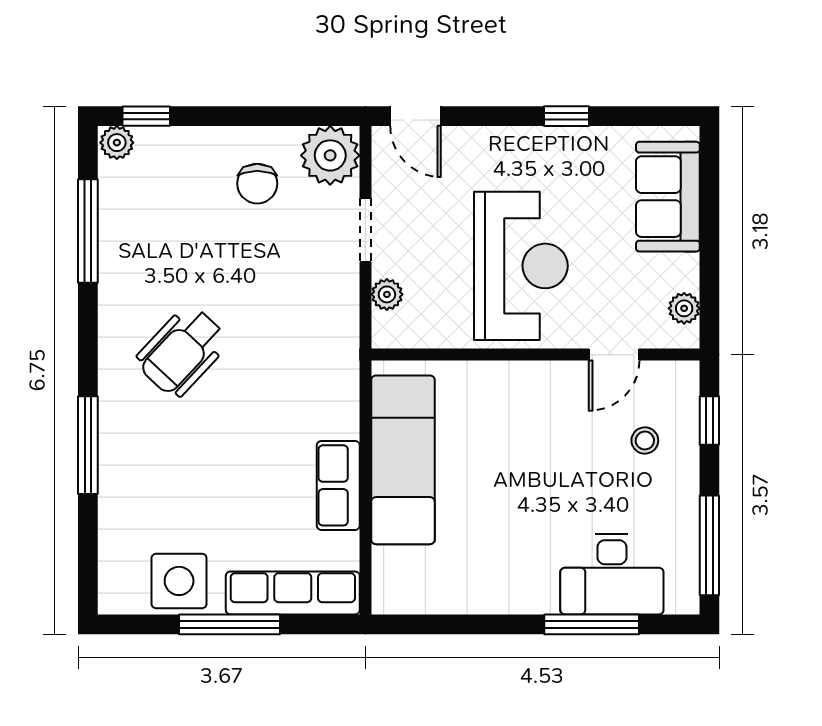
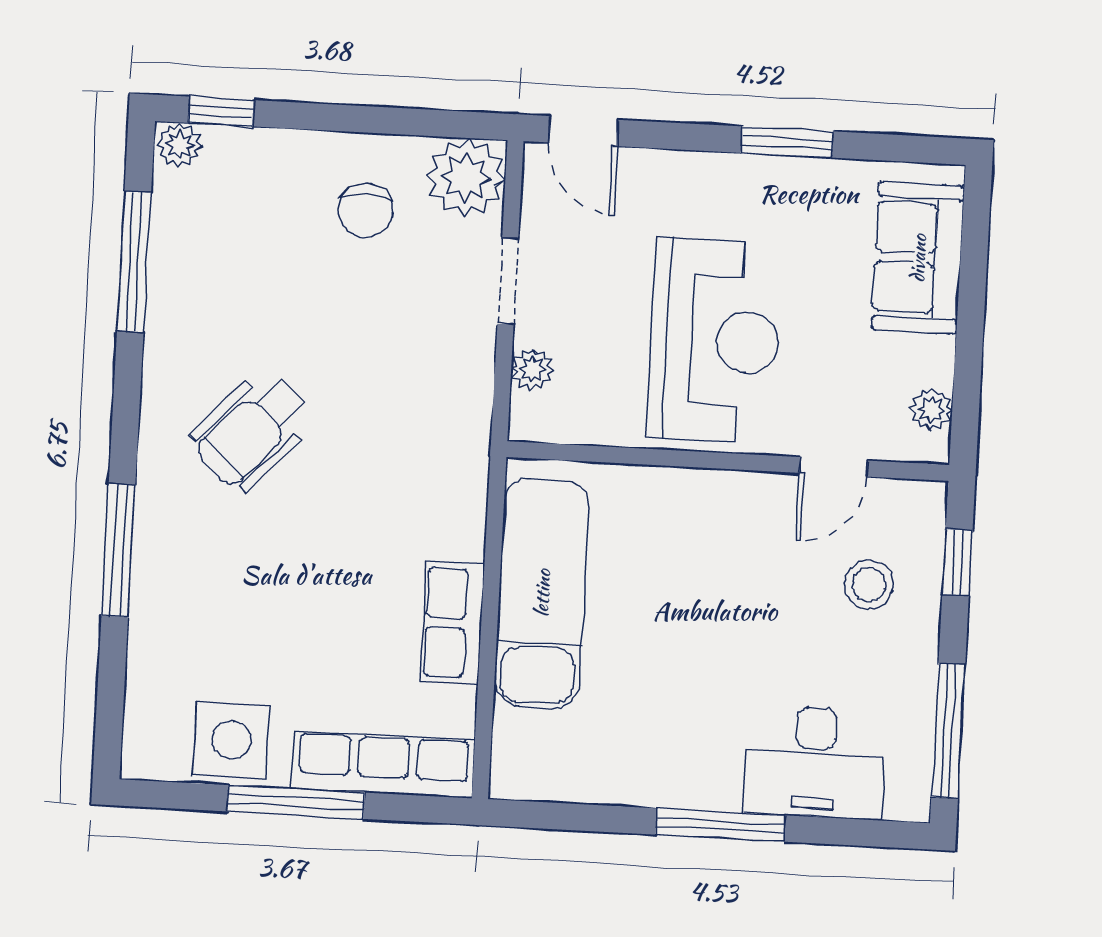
window: (566, 116) -> (787, 142), width x1.50
stool: (645, 441) -> (869, 585), width x1.37, depth x1.37
window: (592, 624) -> (720, 825), moved

